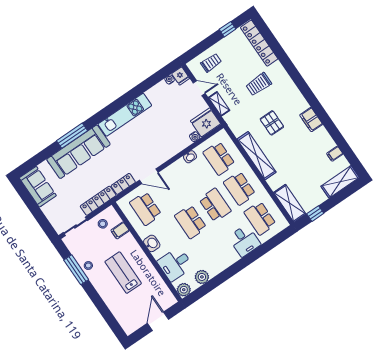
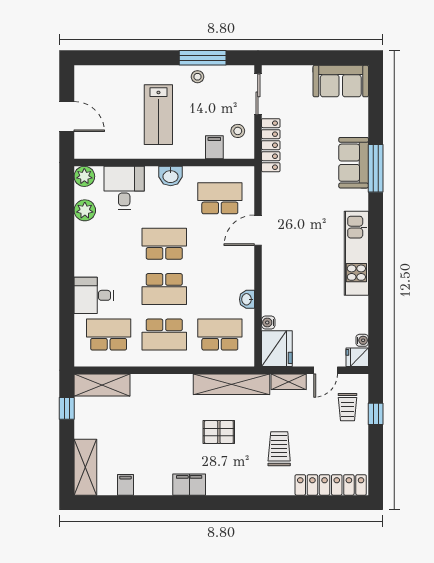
window: (228, 29) -> (376, 414), moved
sofa: (78, 152) -> (354, 163), width x0.54, depth x0.79
shelving: (257, 156) -> (231, 384), moved
locker: (123, 184) -> (270, 191), removed
school desk: (240, 188) -> (164, 335), turned 180
lab bench: (123, 273) -> (158, 115), turned 90

